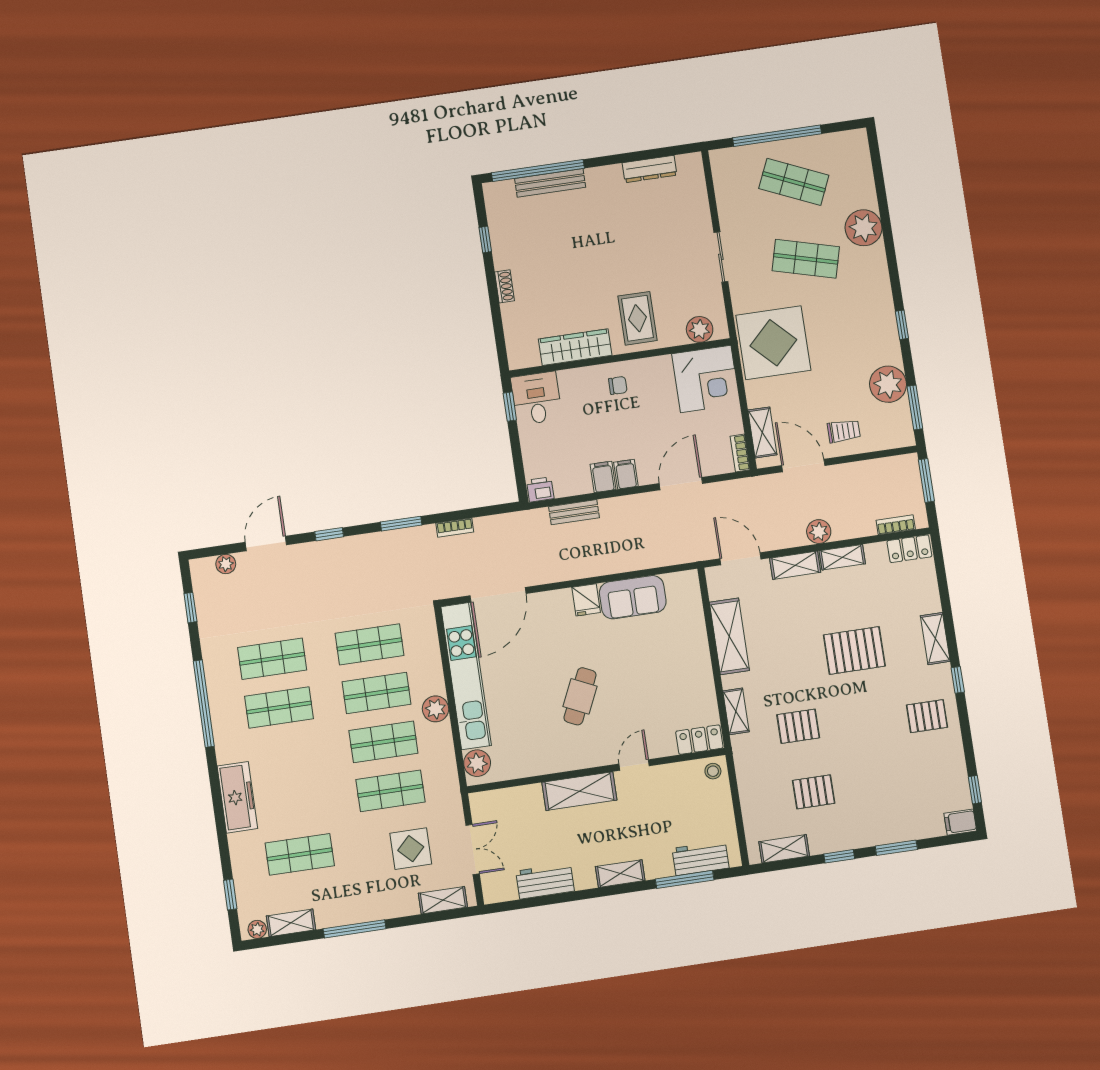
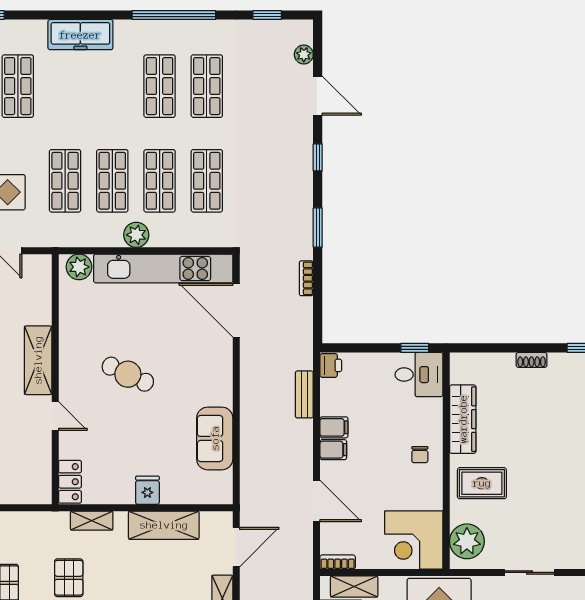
plant: (700, 329) -> (467, 541), width x1.36, depth x1.36
fridge: (586, 600) -> (147, 490), moved, turned 90
stool: (713, 771) -> (38, 490), removed

